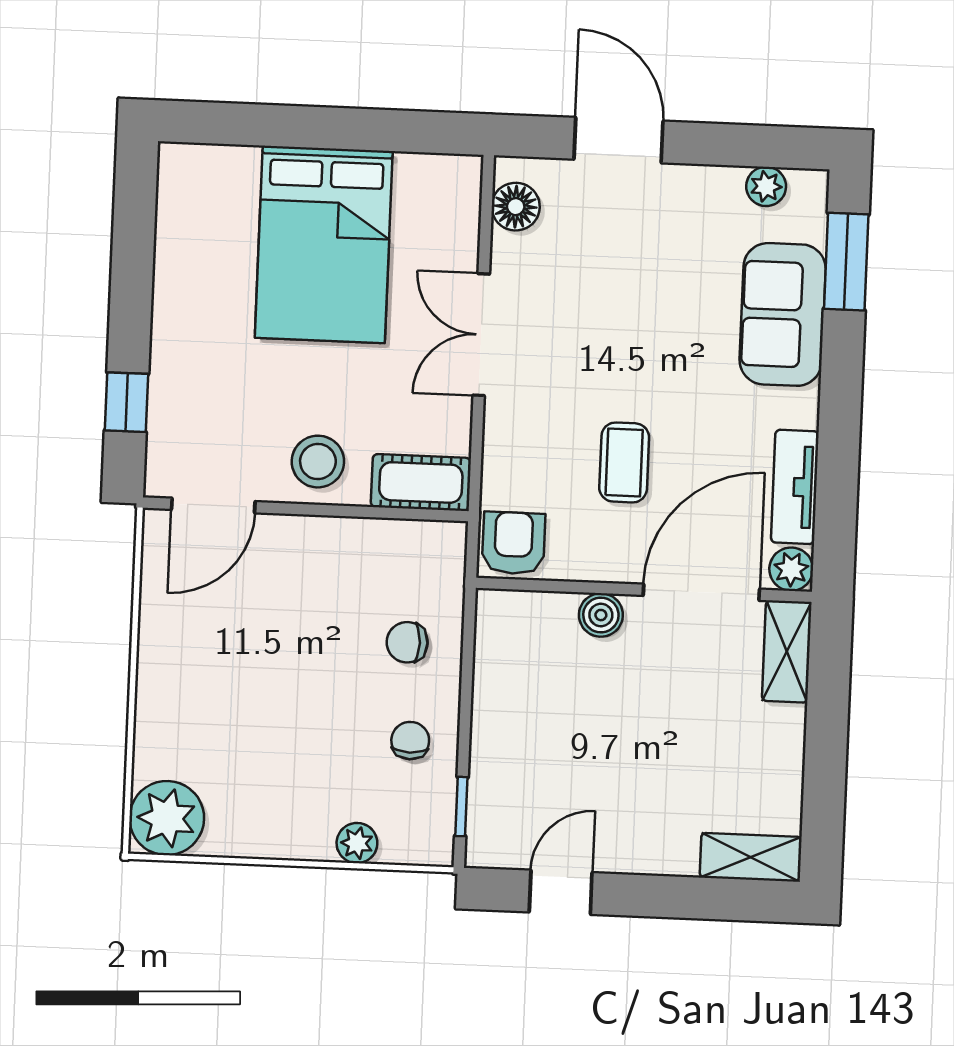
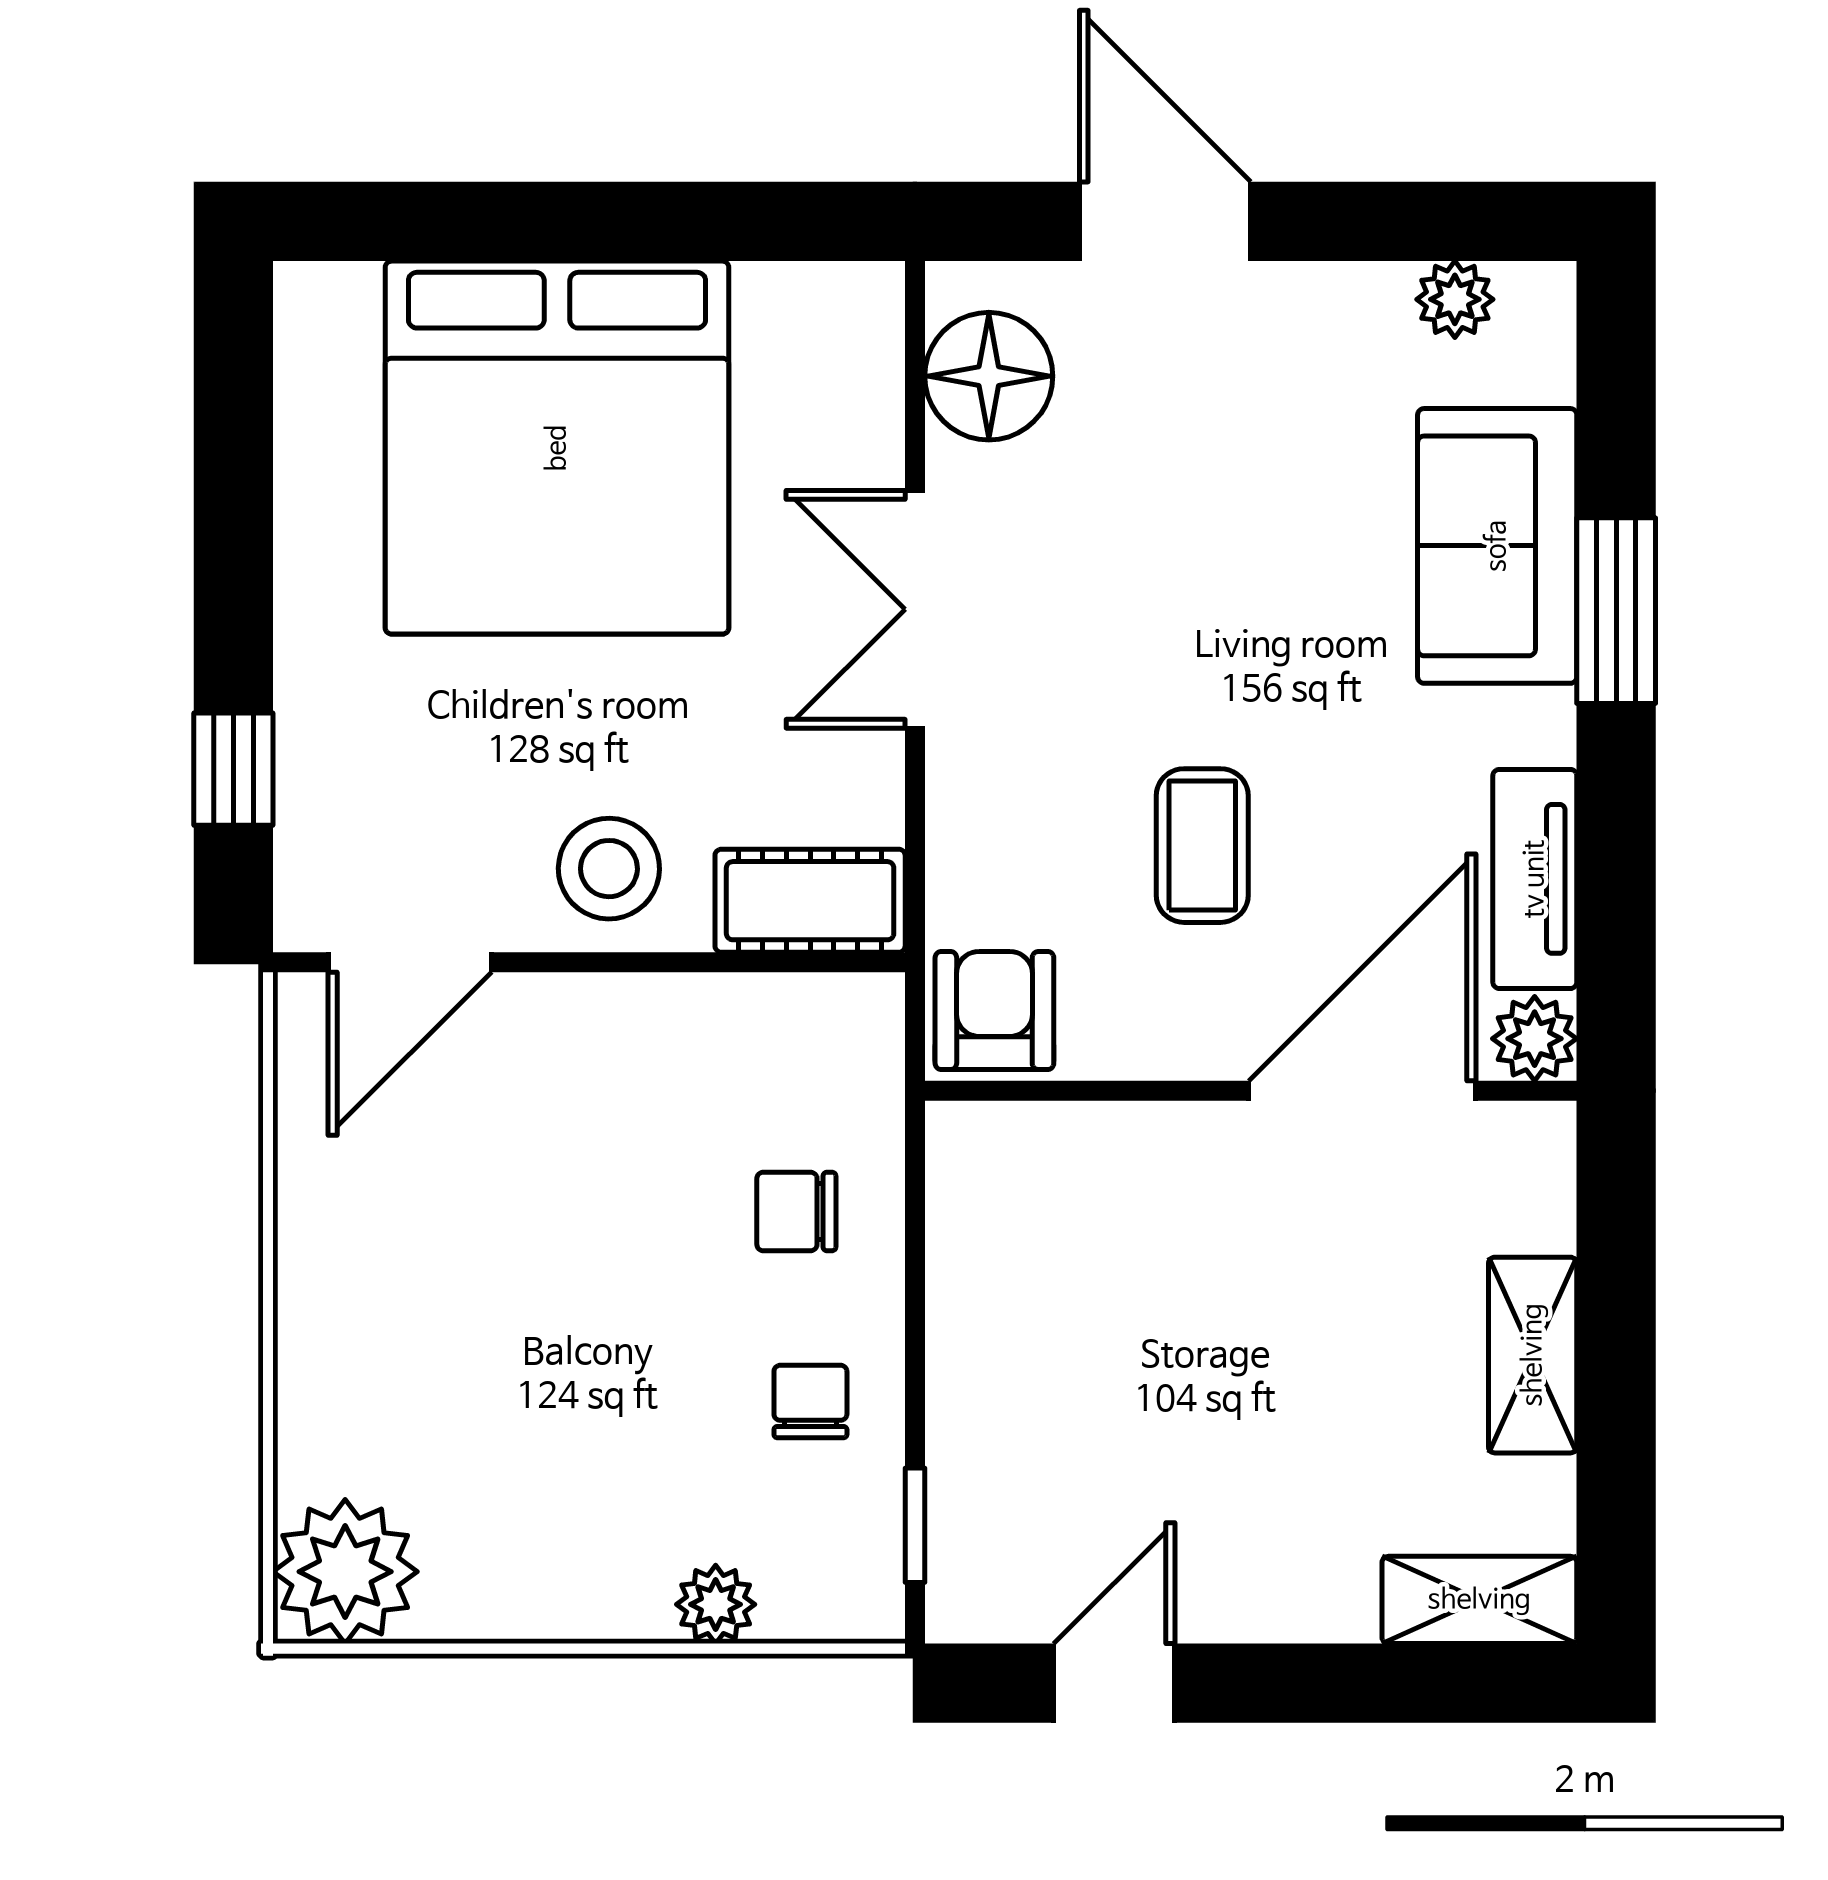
floor lamp: (516, 207) -> (989, 376), width x1.38, depth x1.38
bed: (324, 244) -> (557, 448), width x1.36
window: (846, 262) -> (1616, 611), moved
boiler: (601, 615) -> (1170, 1143), removed
shelving: (787, 651) -> (1533, 1355), moved

